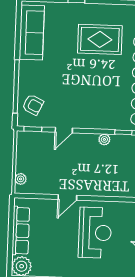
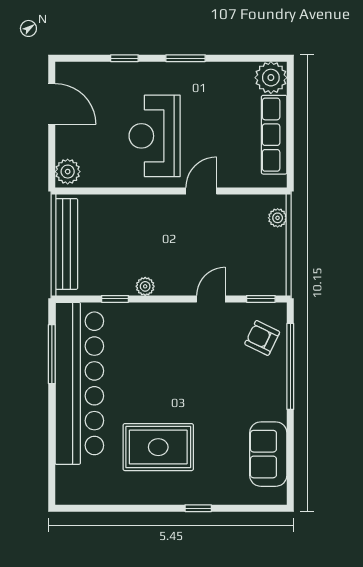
sofa: (32, 33) -> (268, 454), width x0.73

